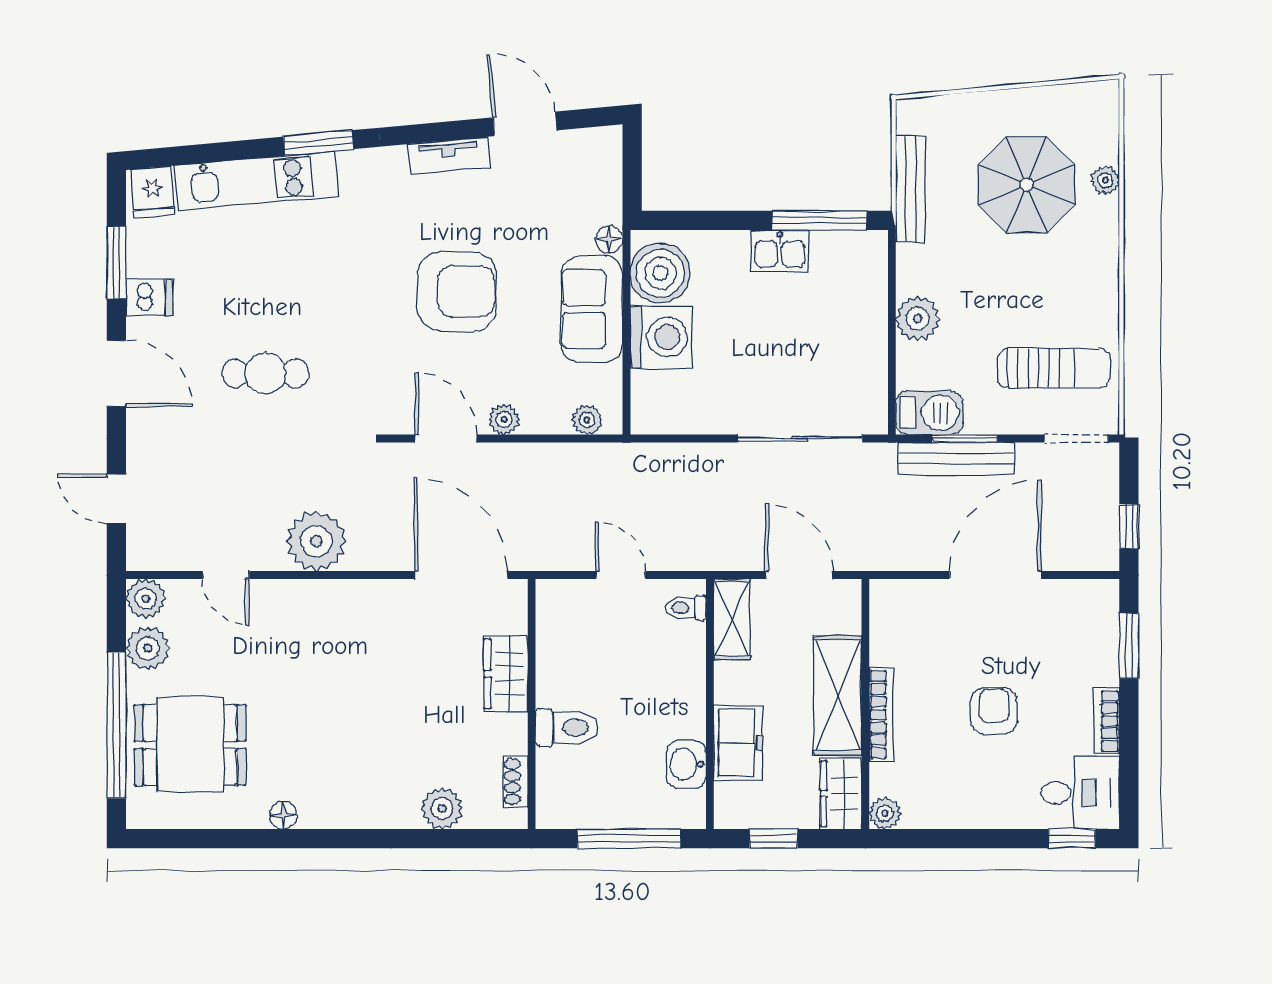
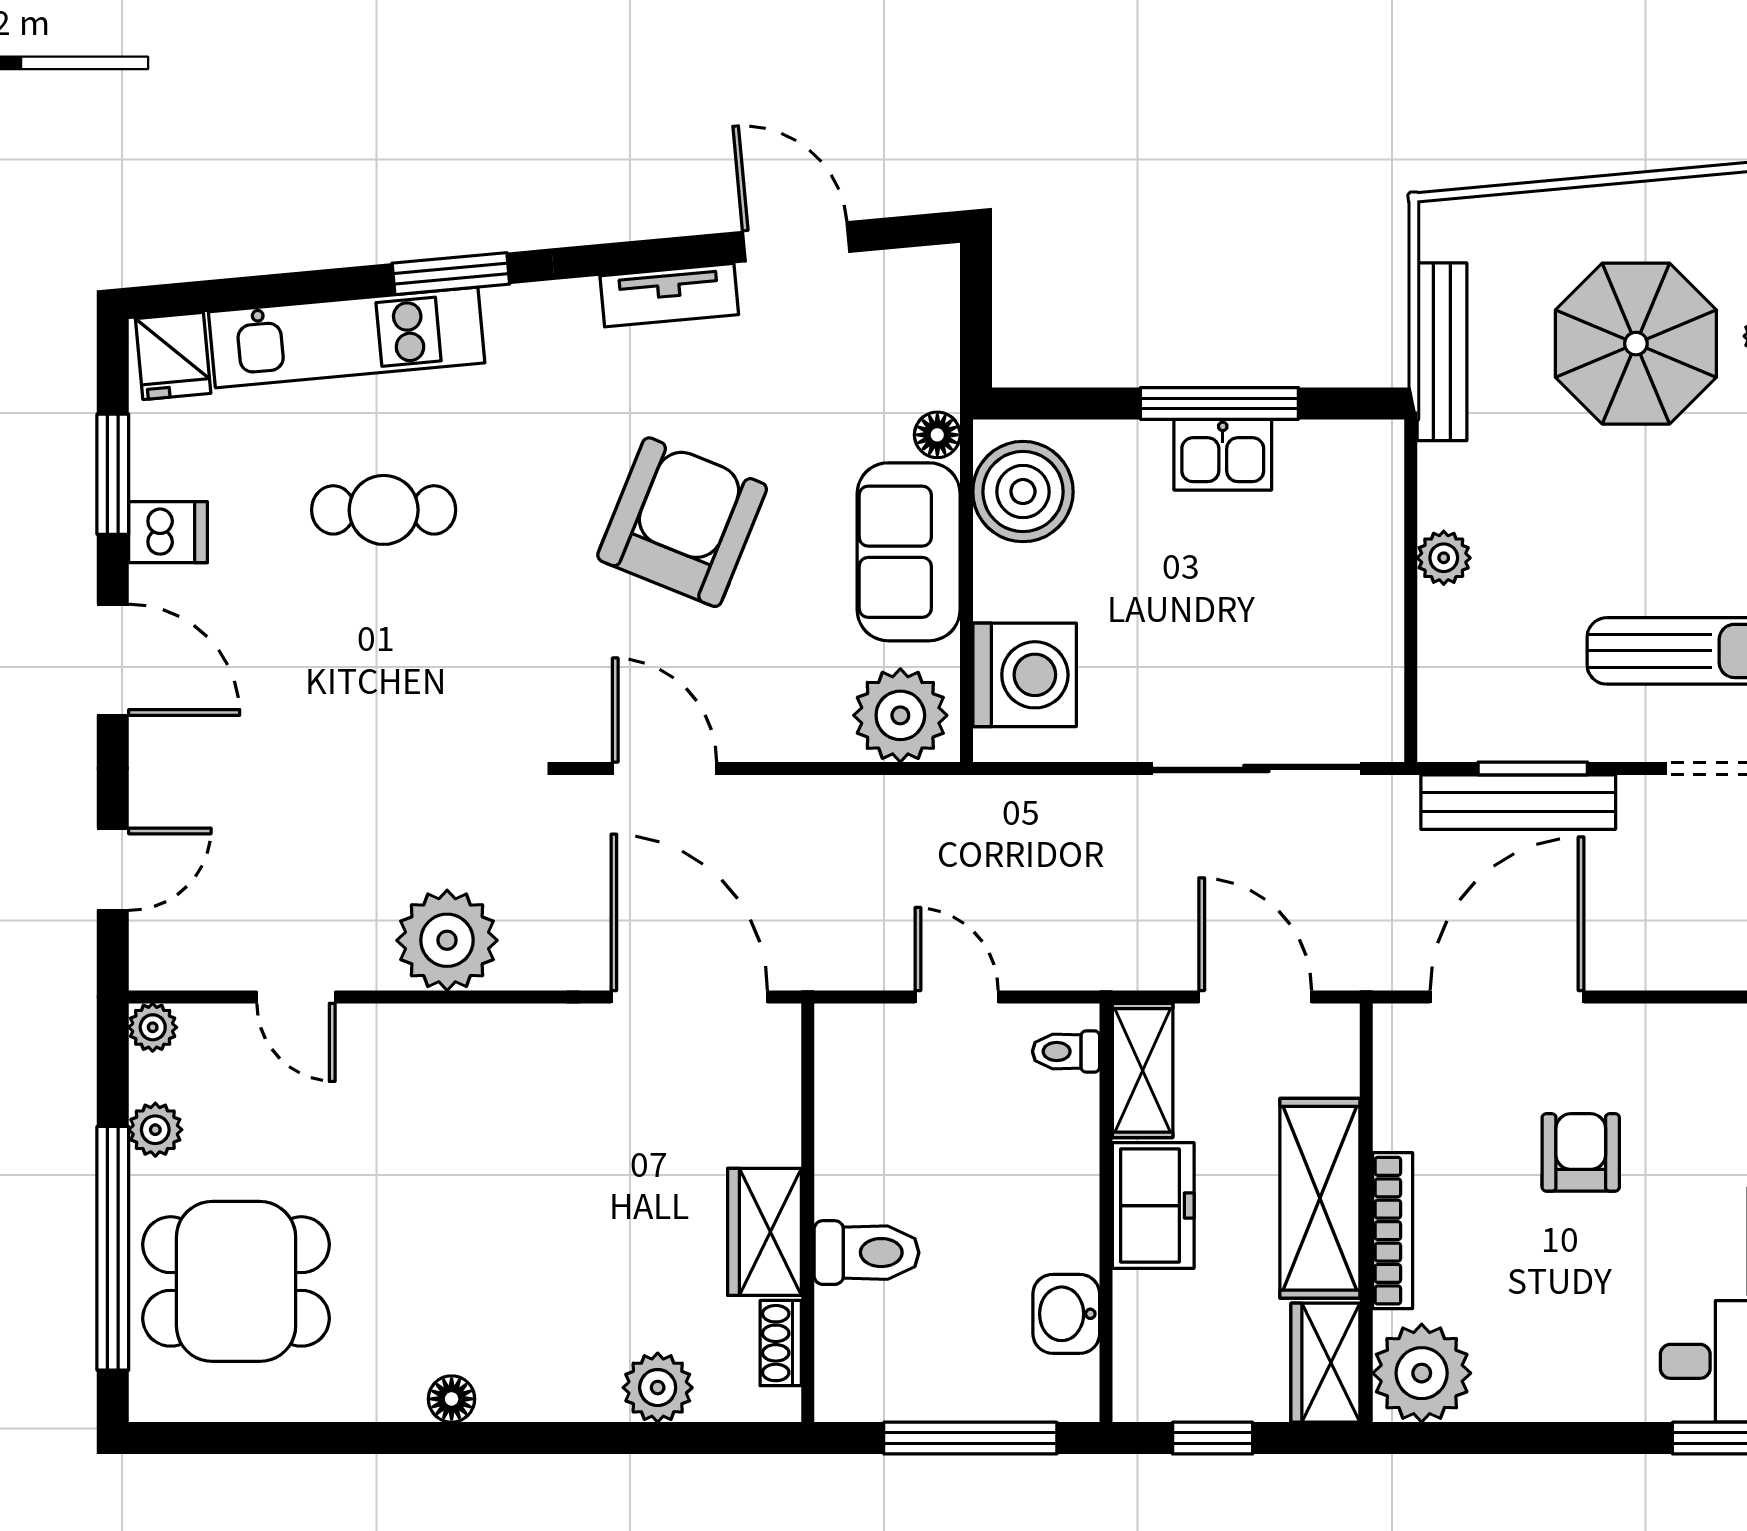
window: (819, 220) -> (1219, 403), moved
armchair: (457, 291) -> (682, 522), turned -68
plant: (918, 319) -> (1444, 558), width x0.73, depth x0.73
washing machine: (661, 337) -> (1025, 675), moved
cafe table: (265, 373) -> (384, 510), moved
barbecue: (929, 413) -> (1473, 725), removed
plant: (504, 420) -> (762, 737), removed
plant: (587, 420) -> (900, 715), width x1.87, depth x1.87
door: (116, 499) -> (113, 869), swing flipped
door: (995, 575) -> (1507, 997), moved
plant: (146, 599) -> (153, 1027), width x0.73, depth x0.73
plant: (148, 648) -> (155, 1130), width x0.73, depth x0.73
wardrobe: (506, 674) -> (765, 1232), moved
armchair: (994, 711) -> (1581, 1152), moved
freezer: (738, 743) -> (1153, 1206), moved
plant: (885, 813) -> (1422, 1373), width x1.88, depth x1.88
floor lamp: (283, 815) -> (452, 1399), moved

